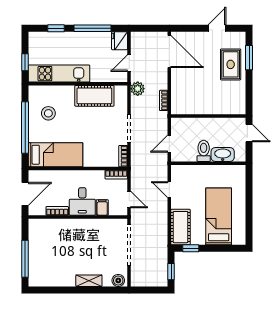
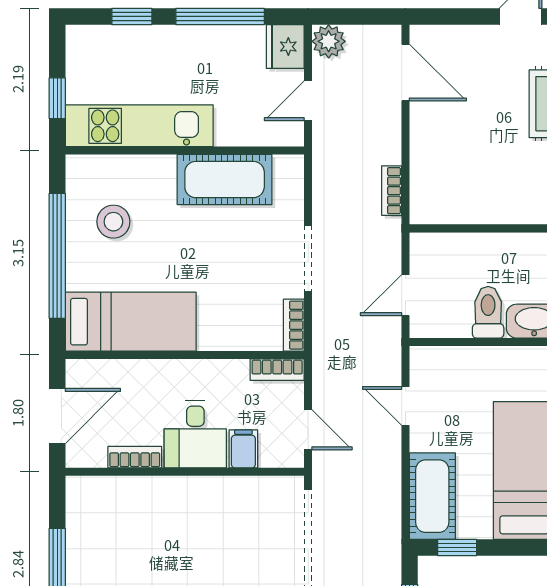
door: (169, 51) -> (405, 72), width x0.73
plant: (138, 89) -> (329, 41), moved

